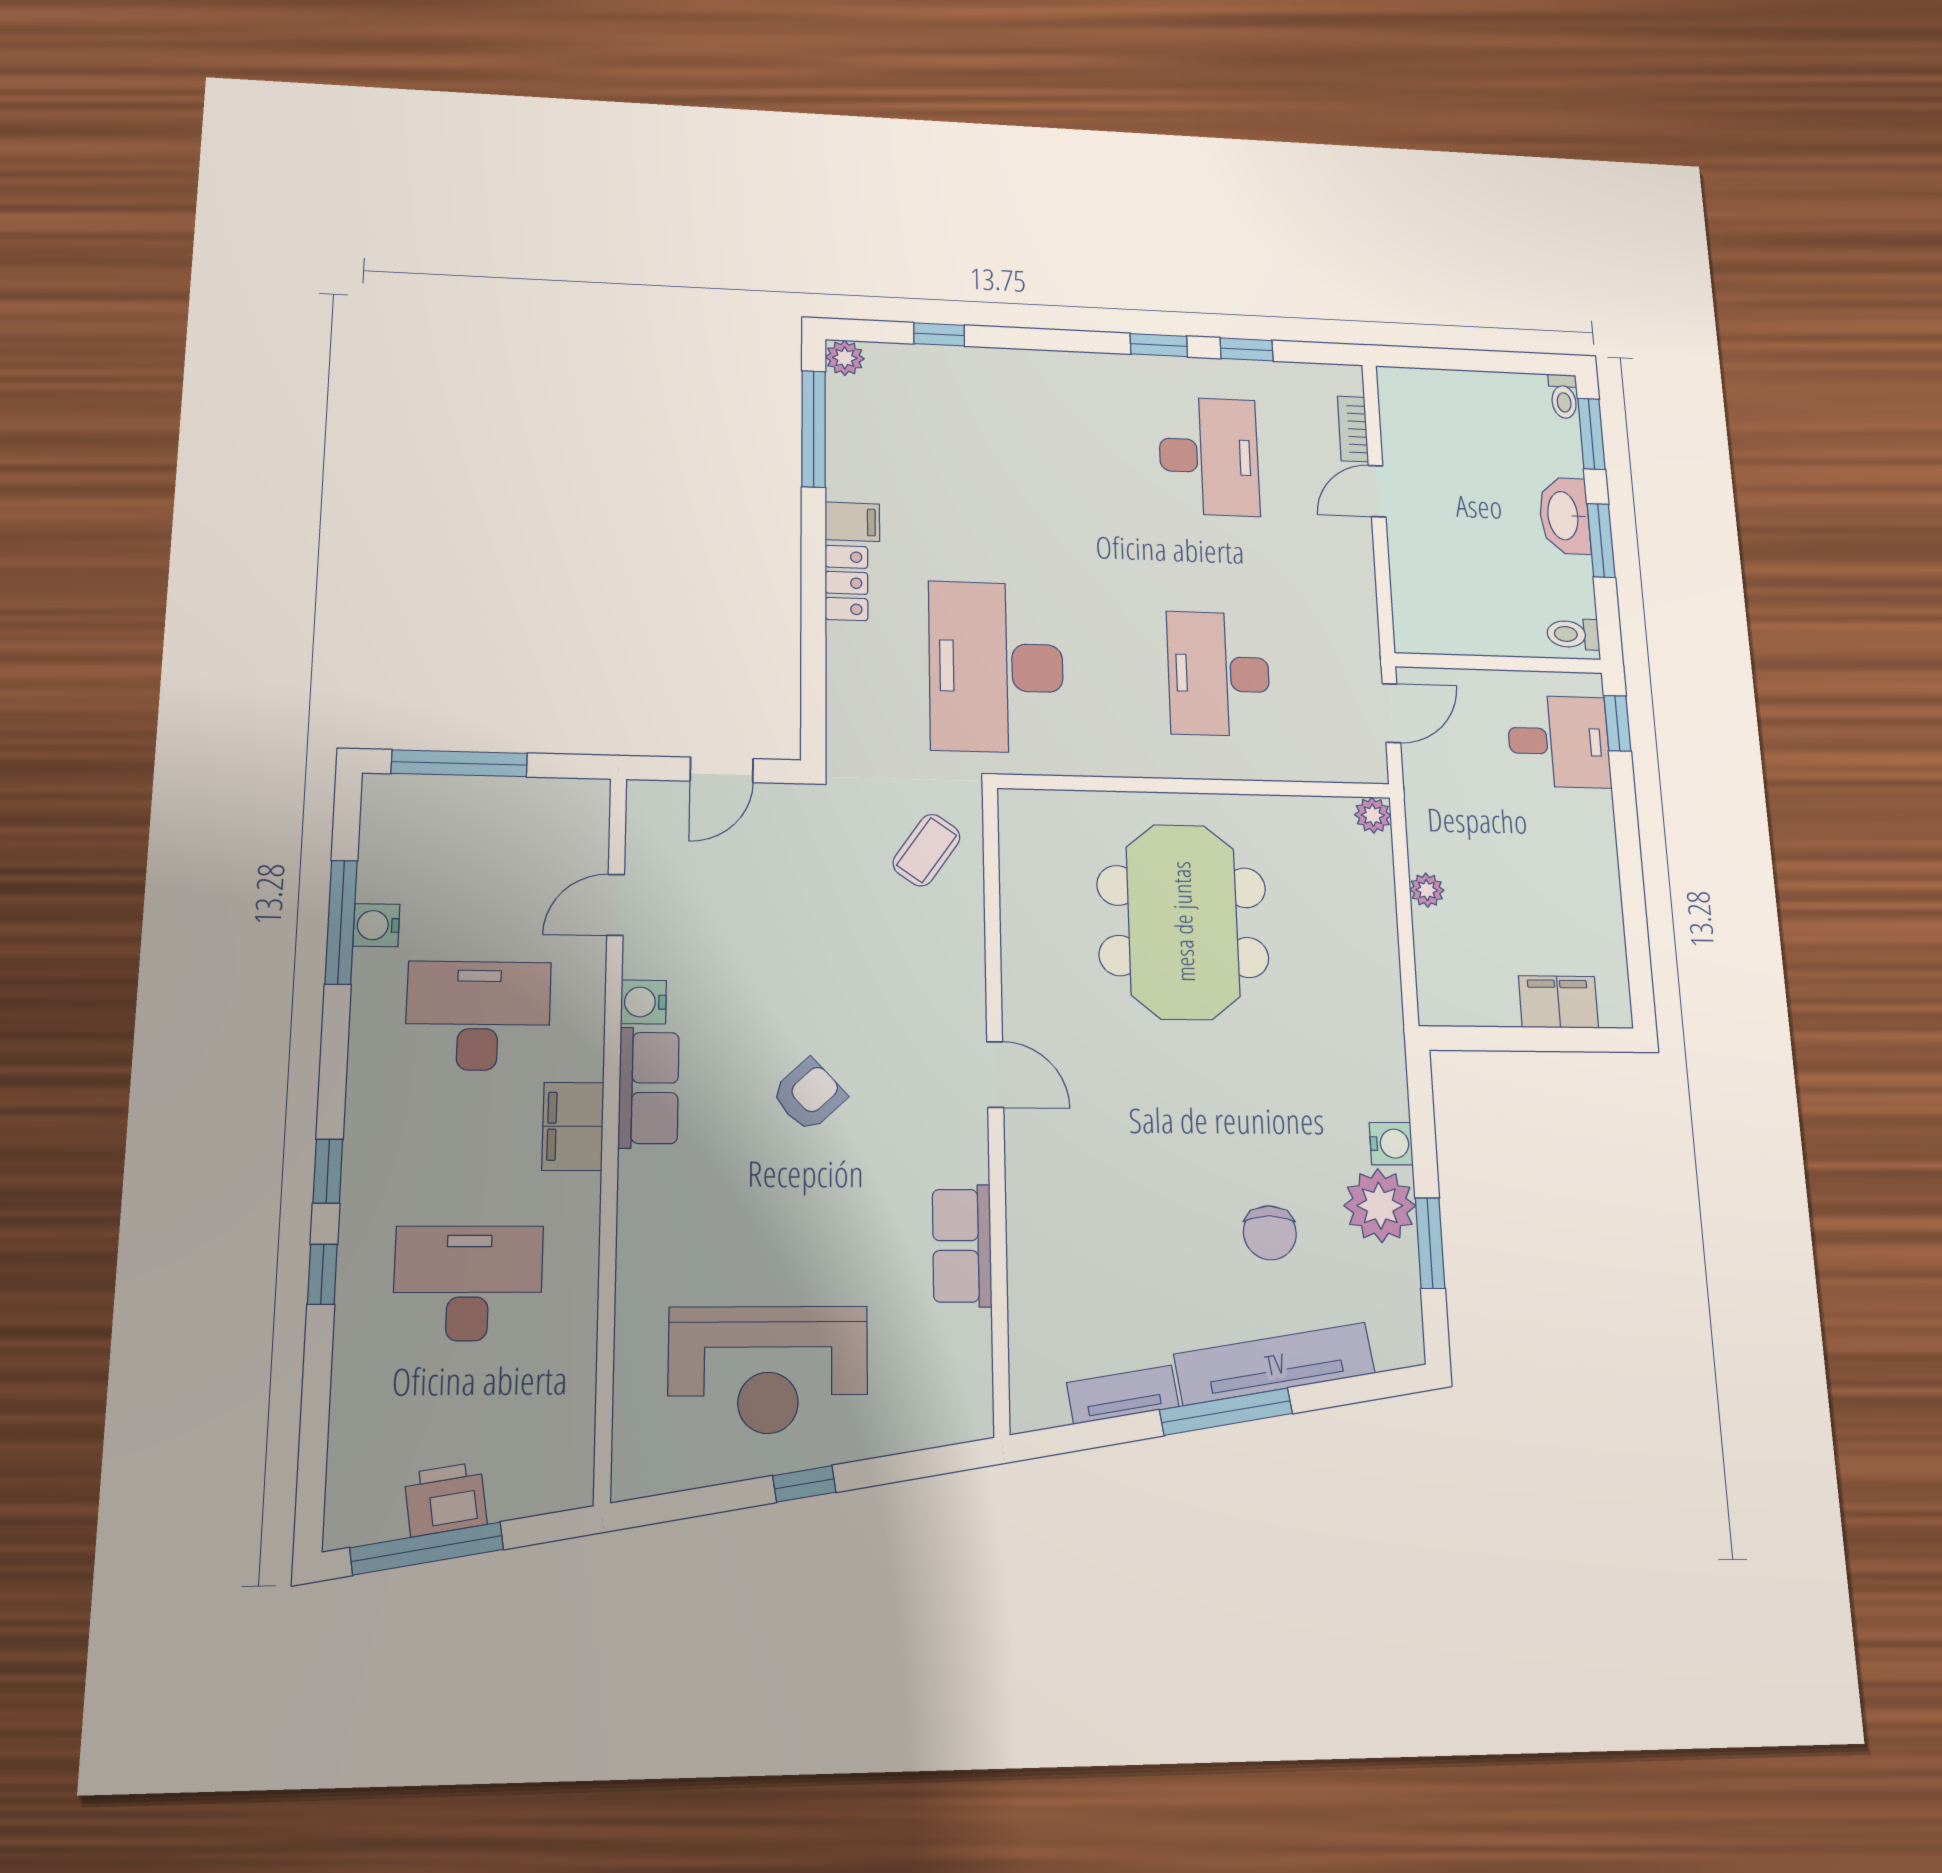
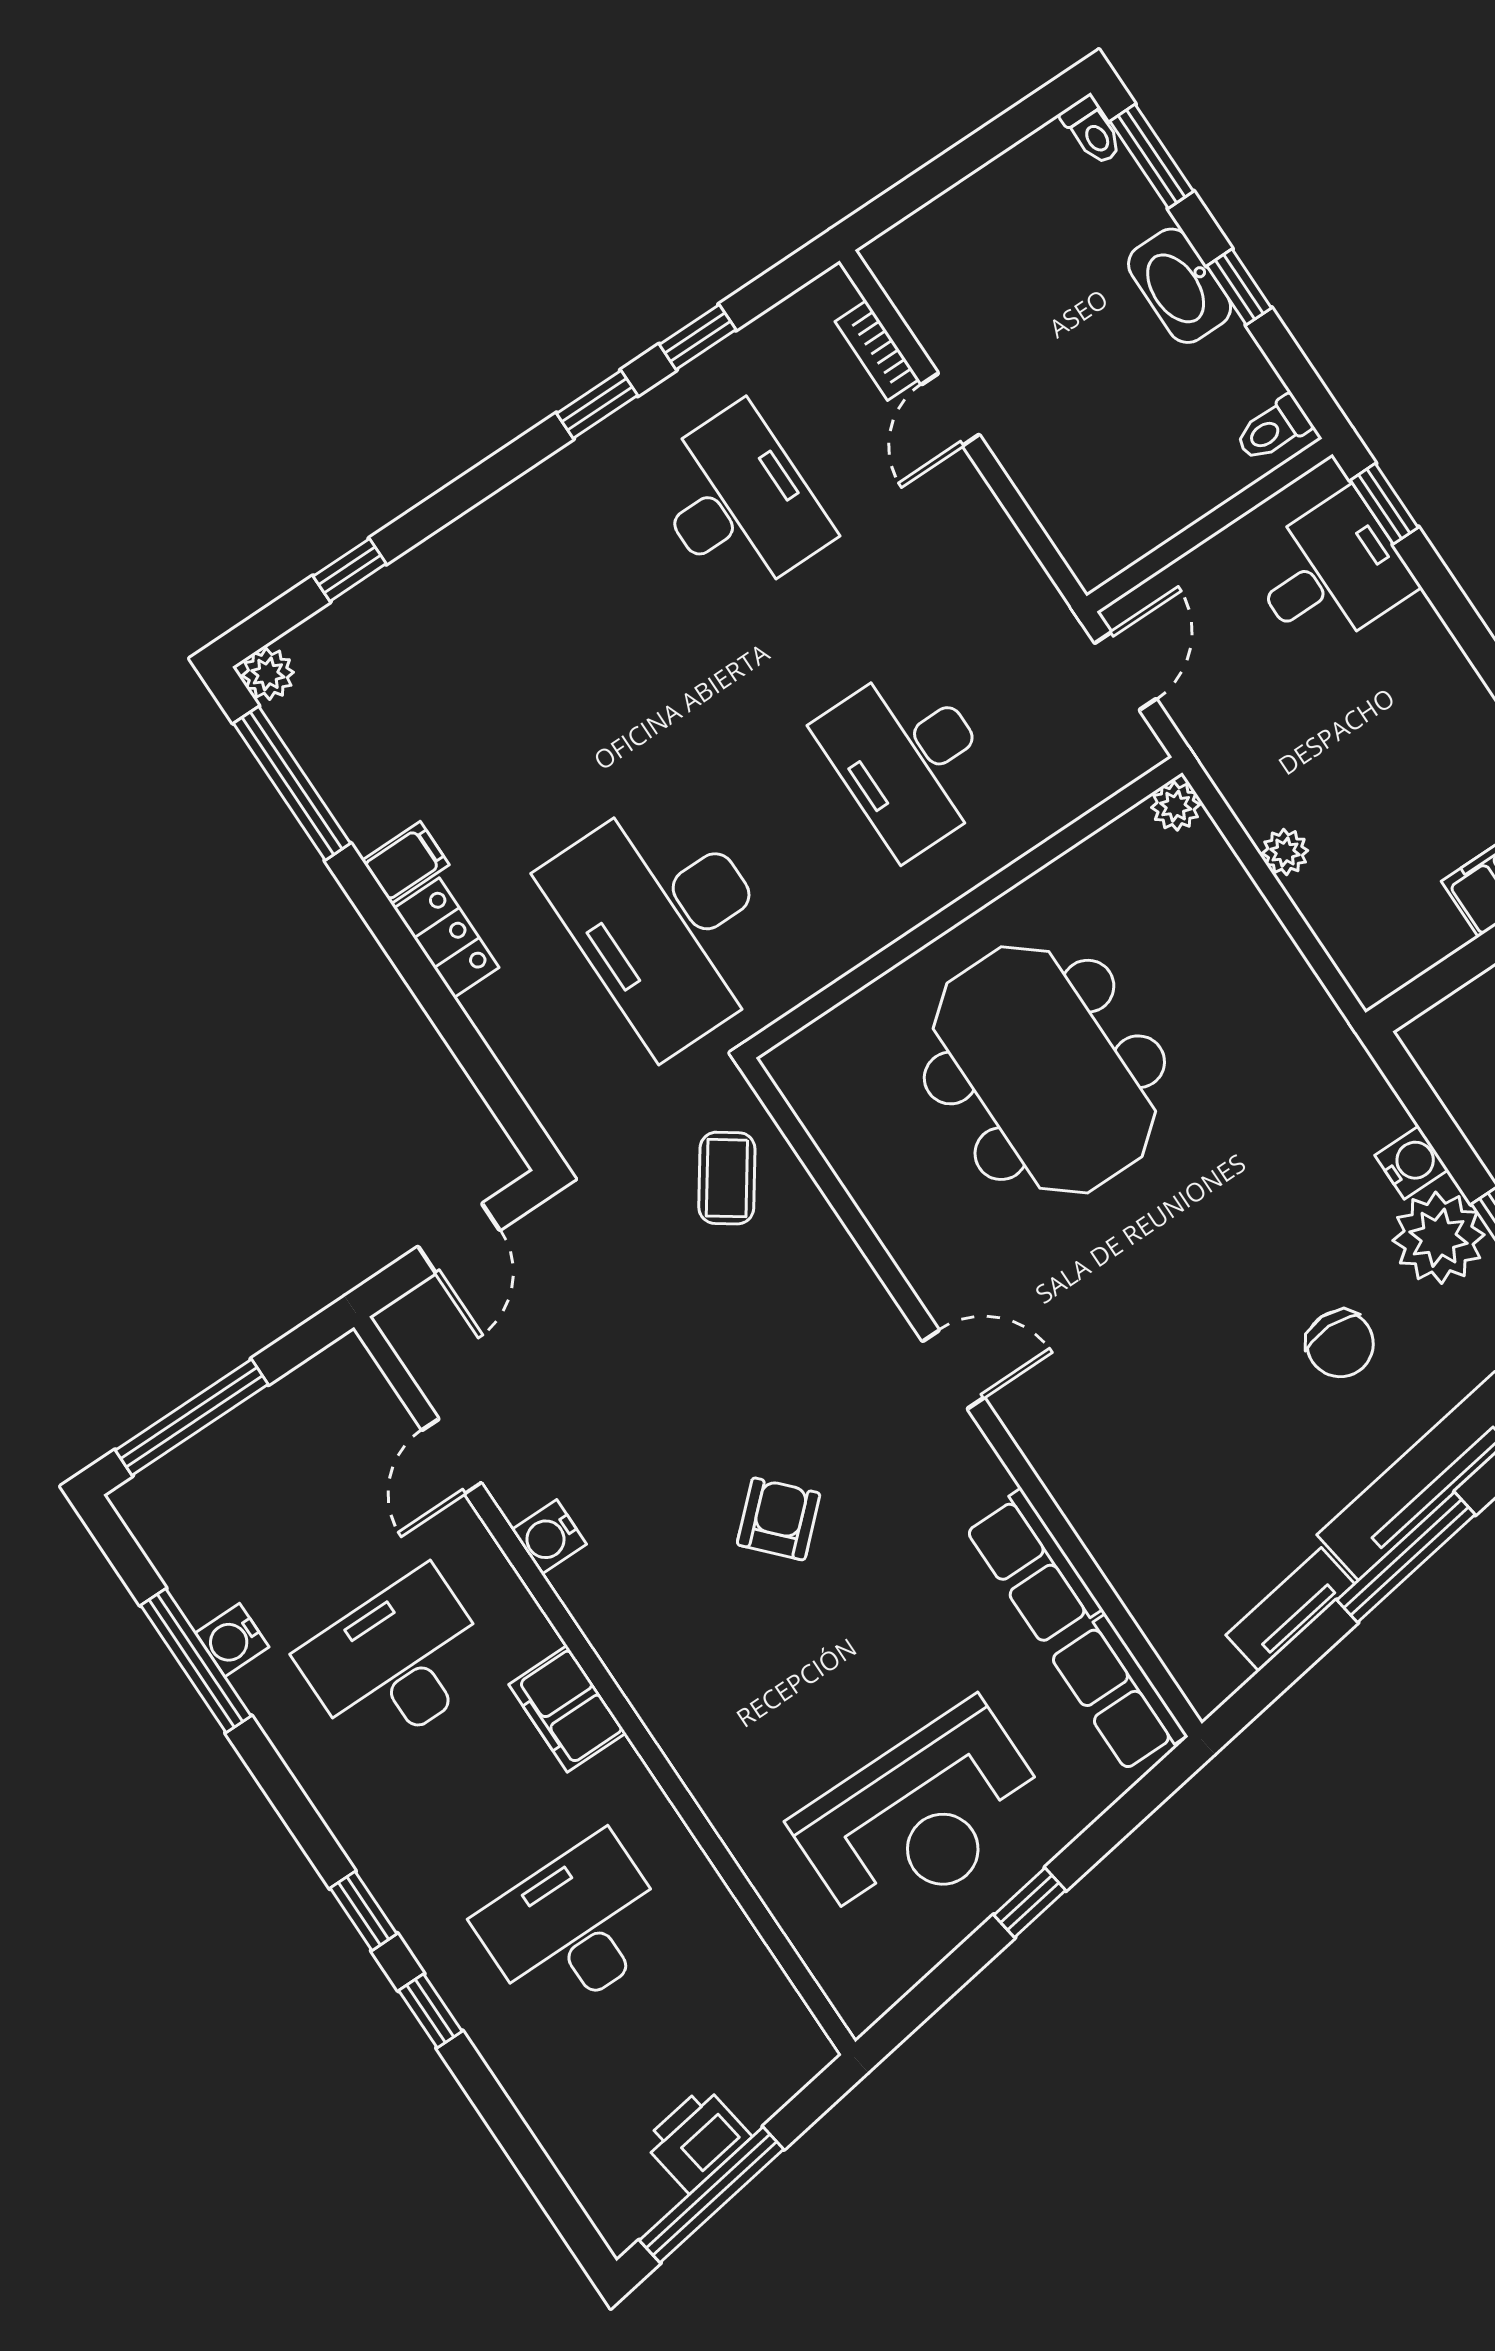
window: (1601, 540) -> (1239, 287), width x0.67
row of seats: (649, 1088) -> (1117, 1694), moved, turned 180

